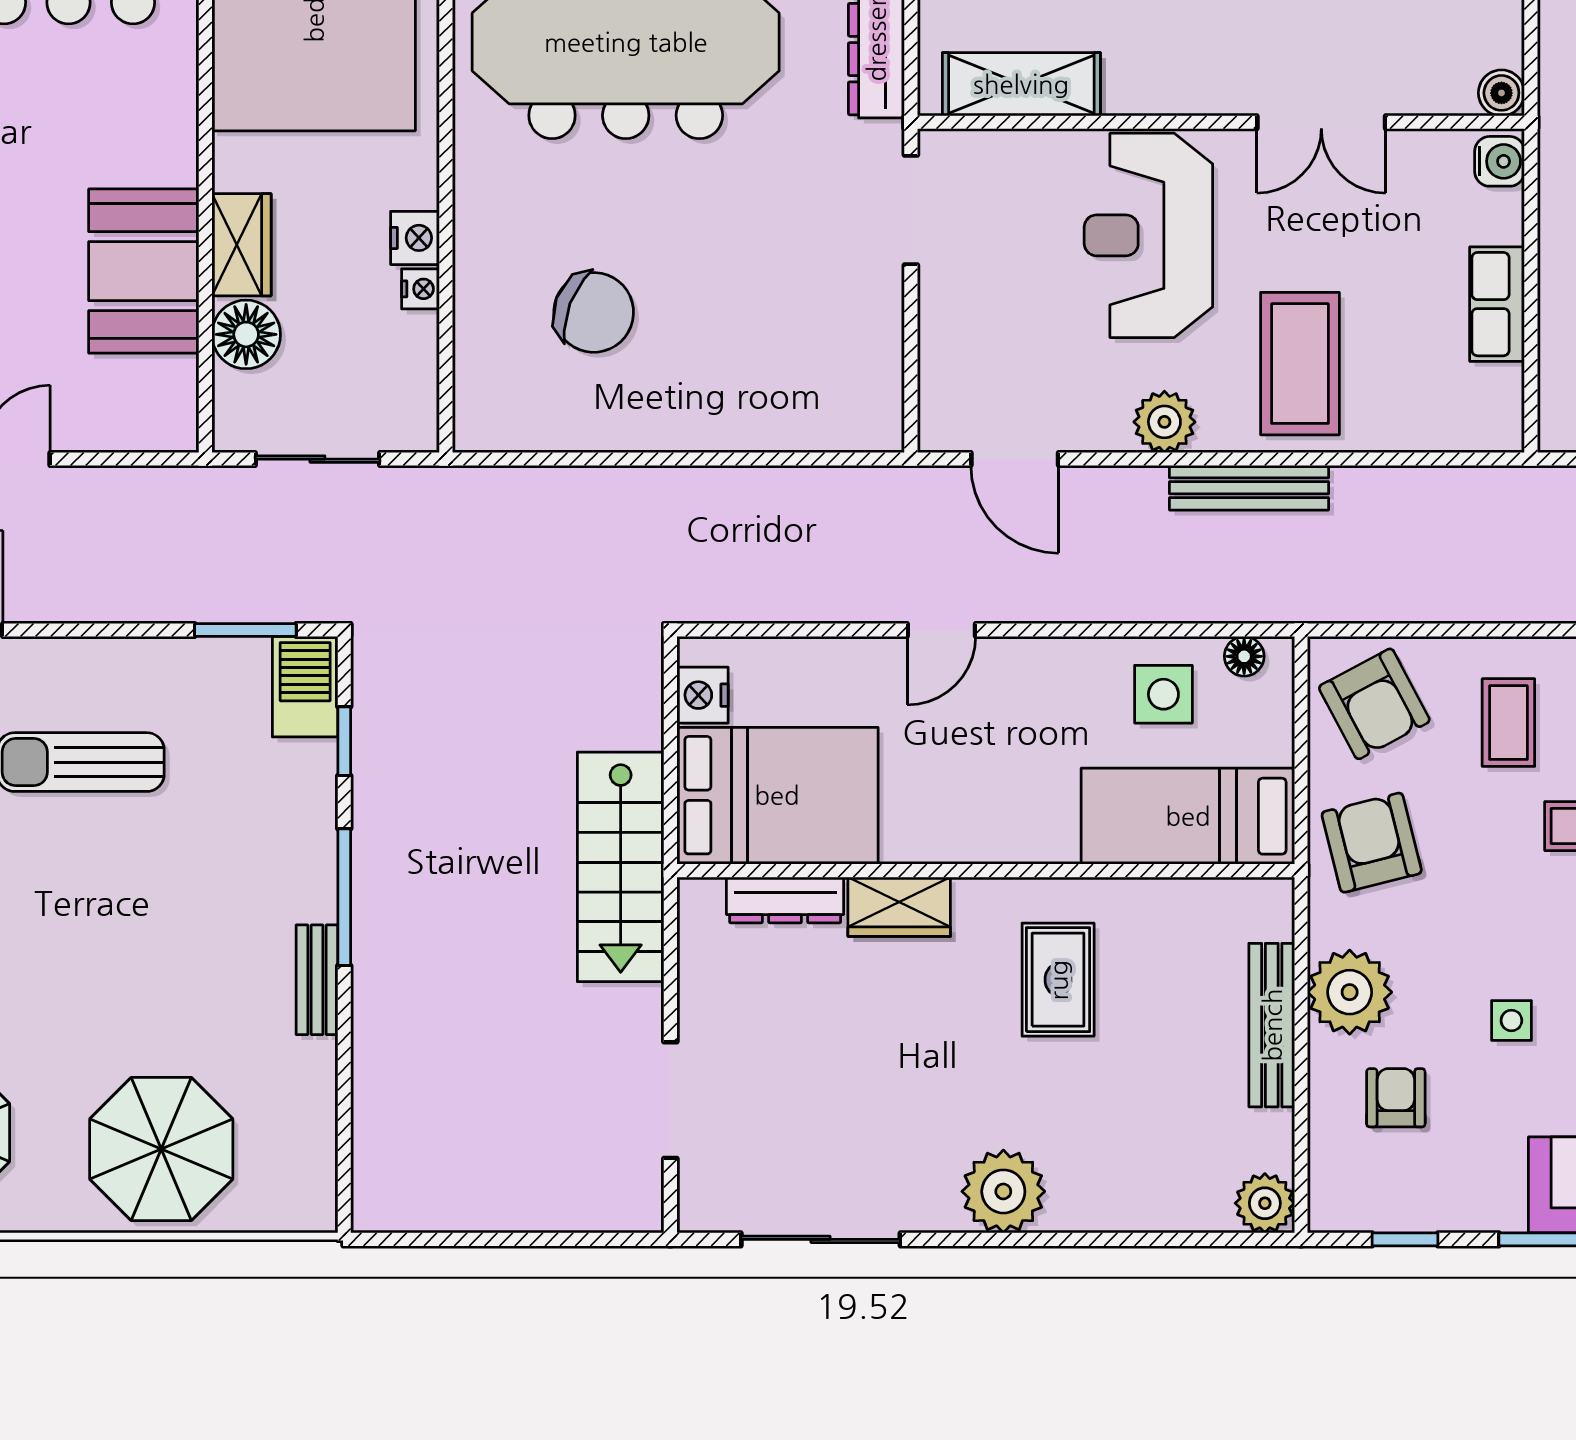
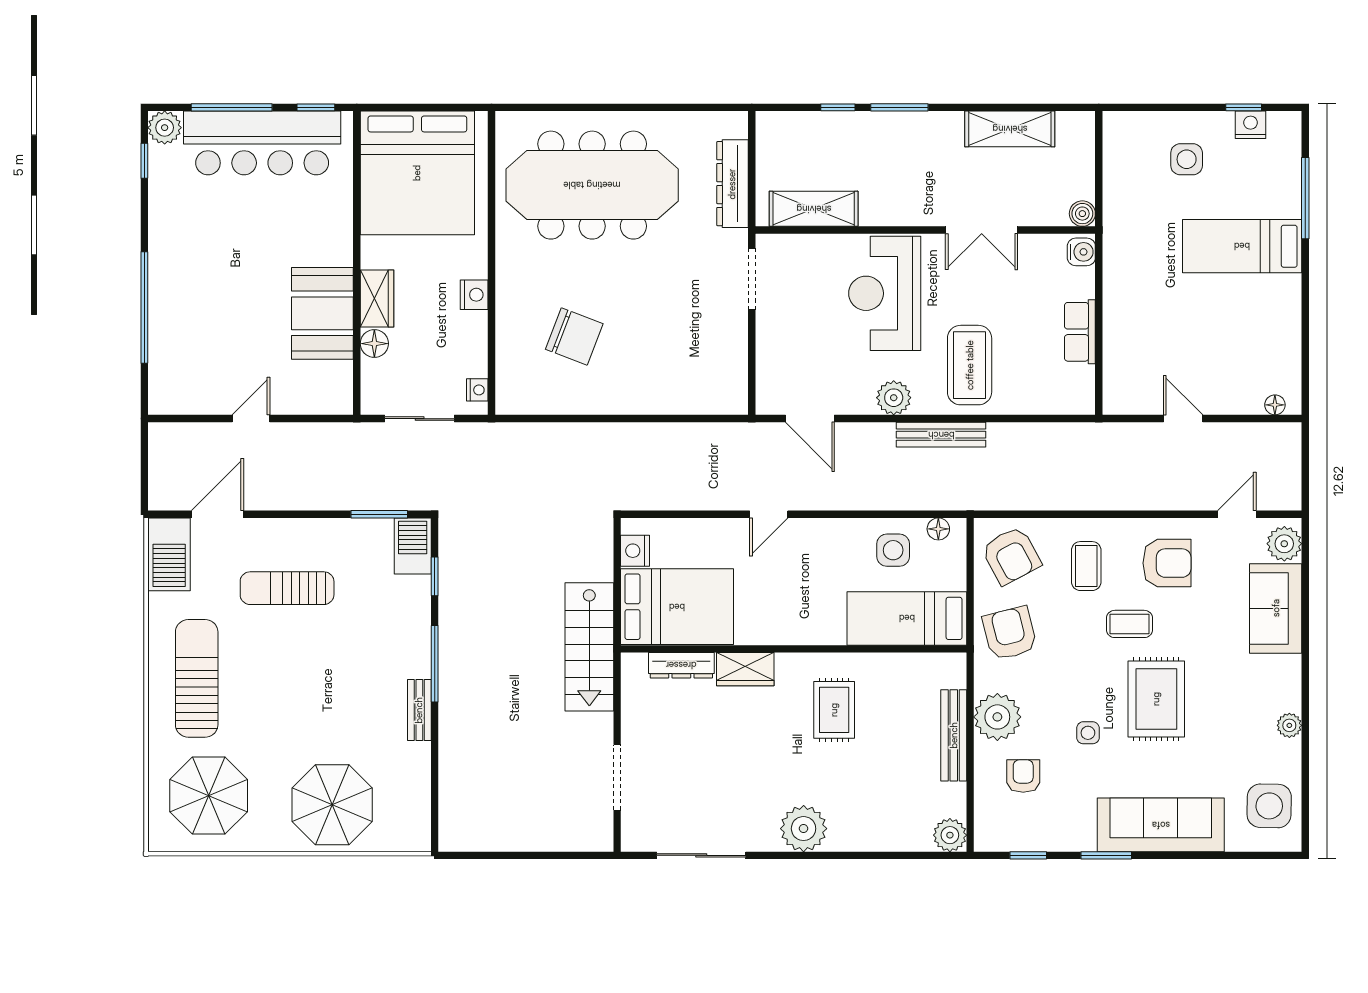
nightstand: (420, 289) -> (477, 390), moved
floor lamp: (246, 334) -> (374, 344), width x0.73, depth x0.73

